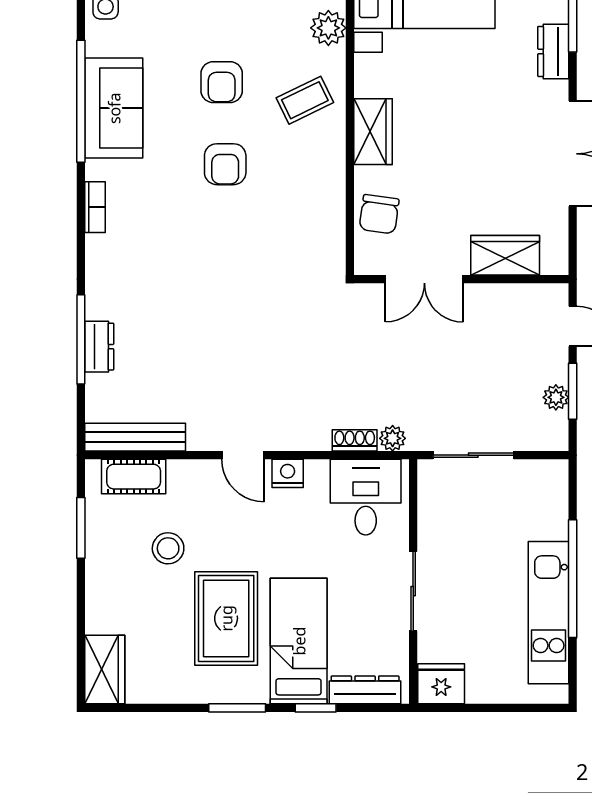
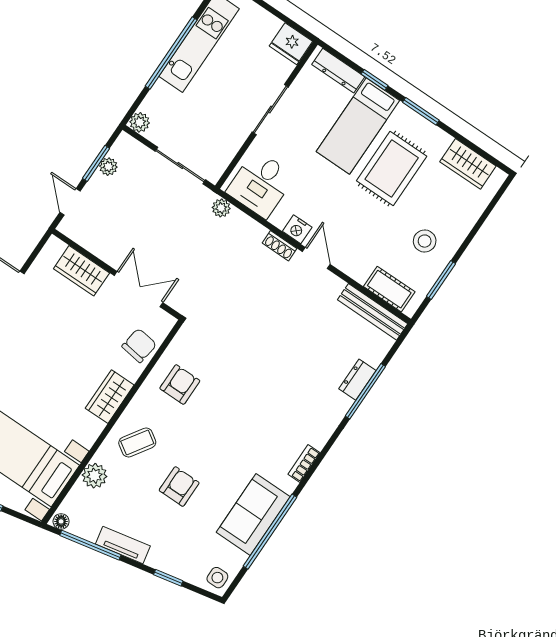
coffee table: (305, 100) -> (137, 442), turned -31
armchair: (225, 164) -> (180, 384), moved
shoe rack: (355, 440) -> (280, 246), moved
plant: (555, 473) -> (140, 122), added
stool: (168, 548) -> (425, 241), moved
wardrobe: (105, 669) -> (468, 164), moved, turned -90

